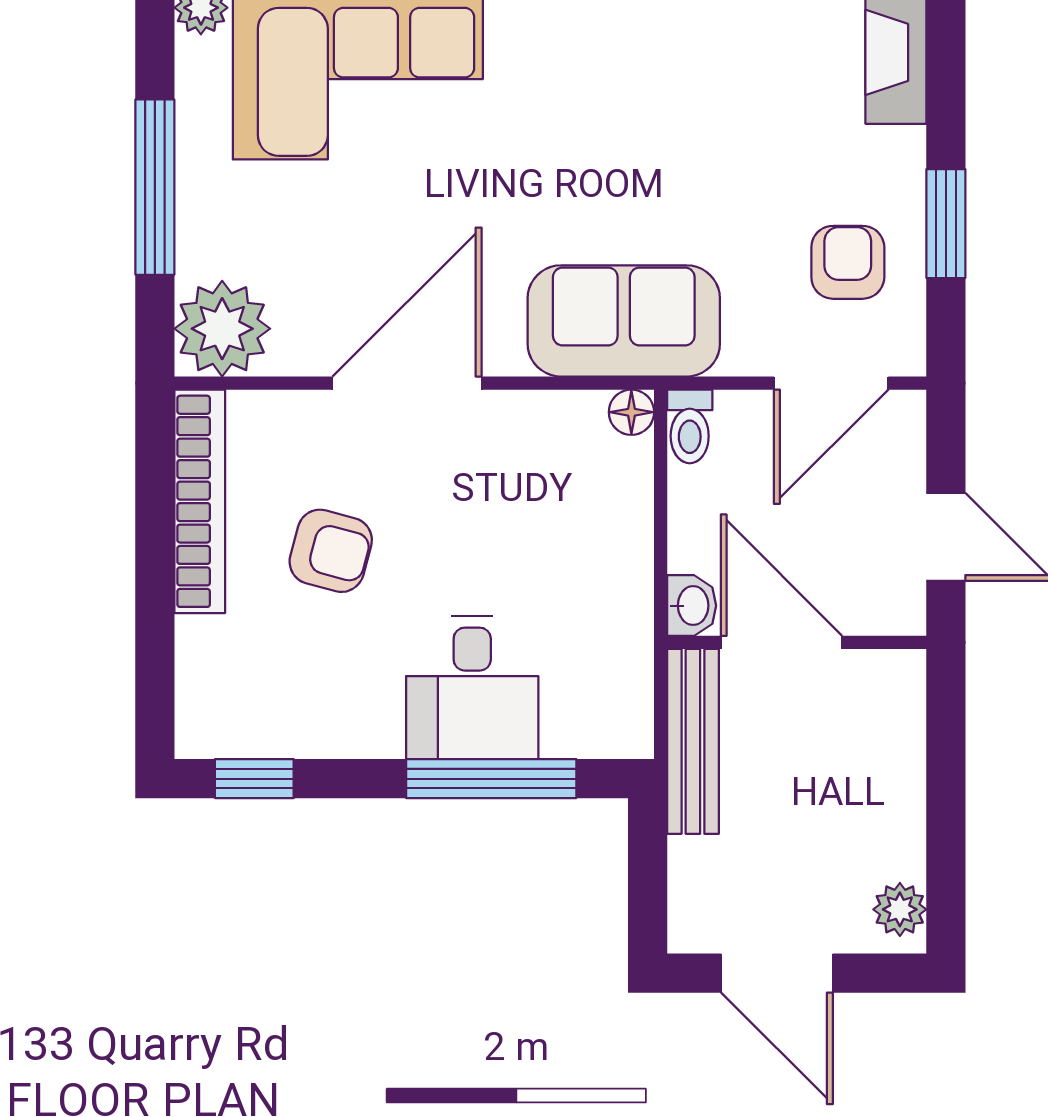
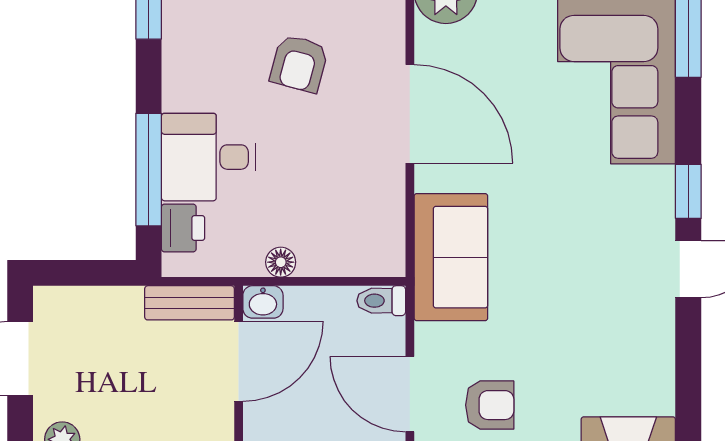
floor lamp: (631, 412) -> (281, 262), moved
printer: (580, 726) -> (183, 228), added
bench: (693, 741) -> (189, 303), width x0.73

